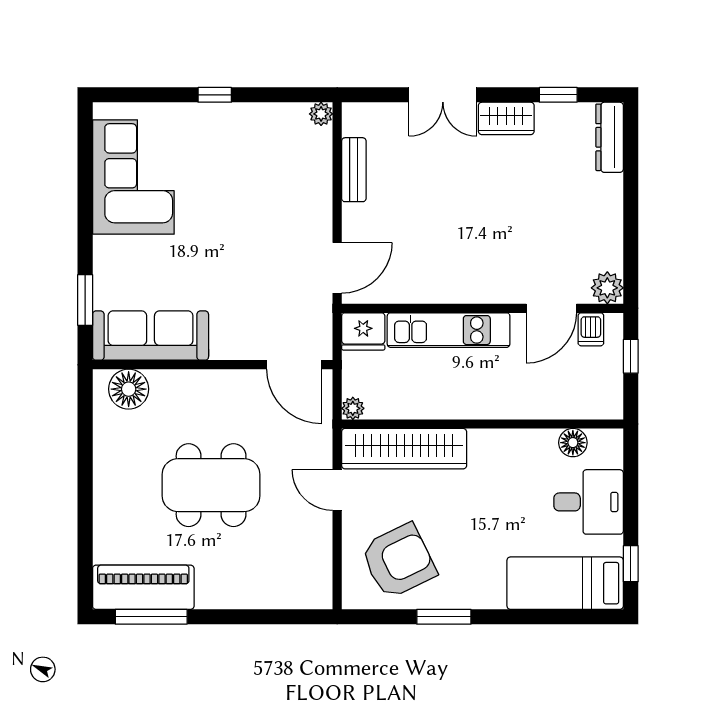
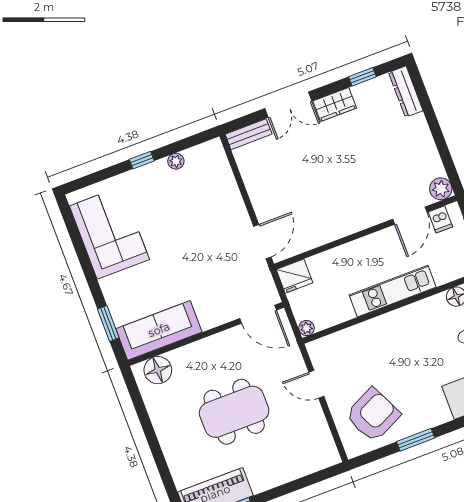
plant: (321, 114) -> (176, 161), moved
bench: (354, 170) -> (249, 134), moved, turned 90
kitchen unit: (449, 330) -> (393, 291), moved, turned 180
wardrobe: (404, 449) -> (349, 341), removed

